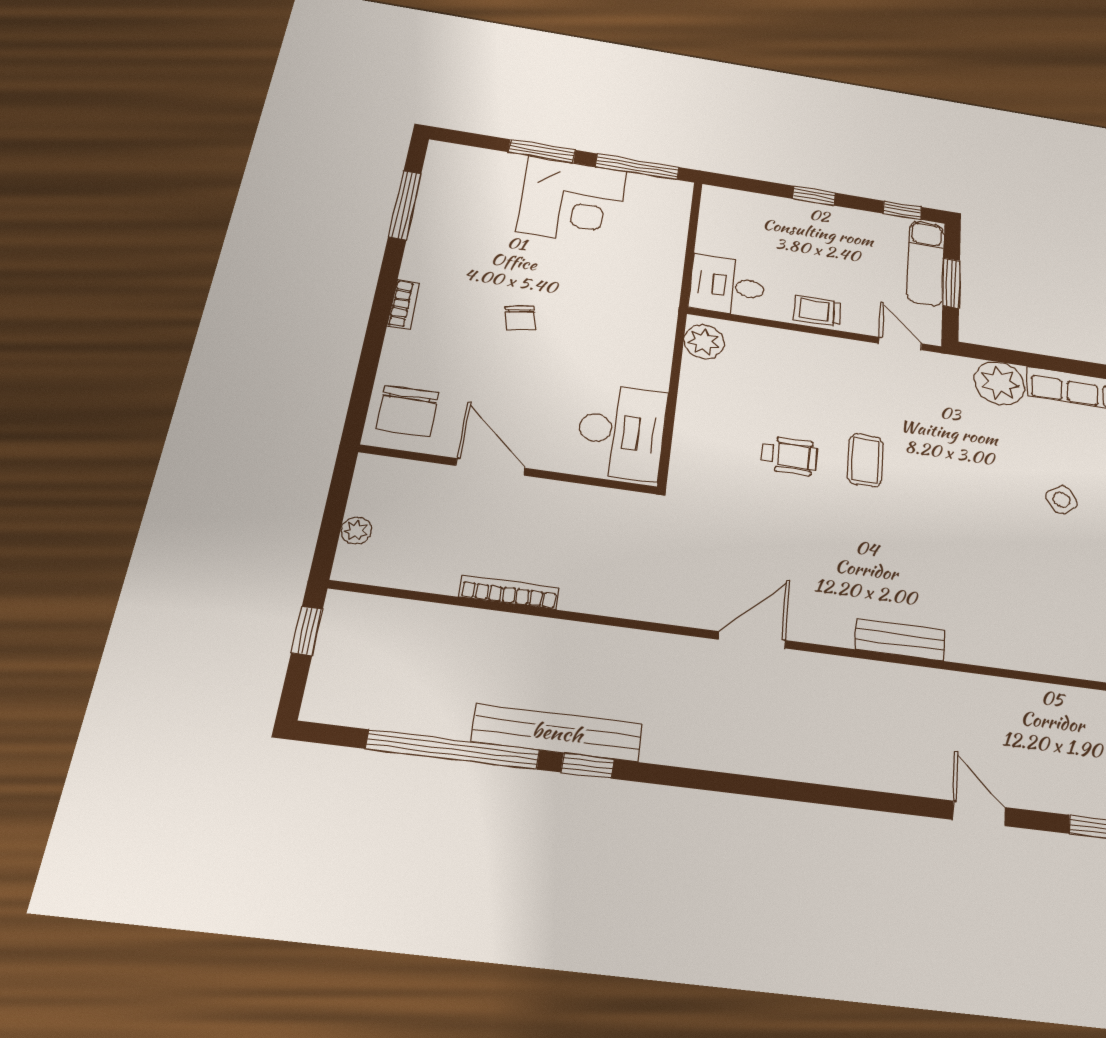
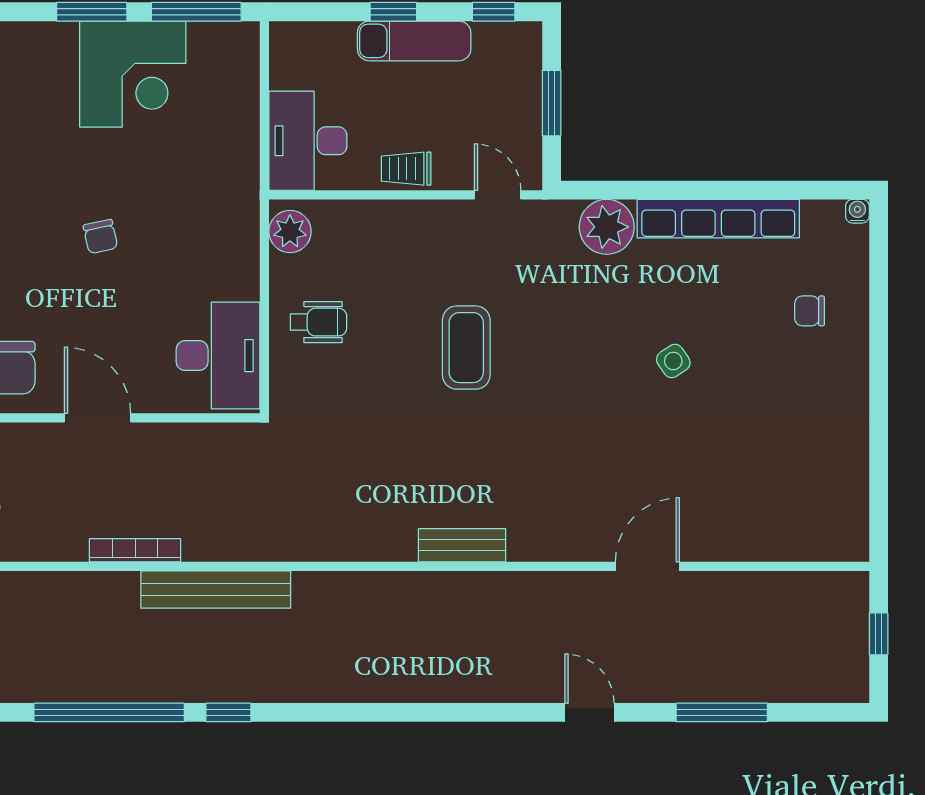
exam couch: (926, 263) -> (414, 41), moved, turned -90
desk: (727, 286) -> (308, 141), width x1.37
wheelchair: (790, 456) -> (319, 322), moved
coffee table: (865, 460) -> (466, 348), width x1.36, depth x1.30
door: (752, 640) -> (647, 566), moved
bench: (900, 640) -> (462, 545), moved
bench: (557, 733) -> (216, 590), moved

